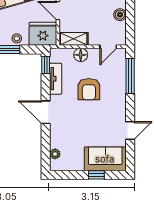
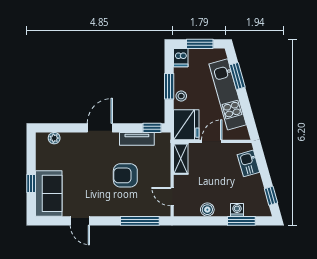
floor lamp: (81, 55) -> (163, 166), removed

